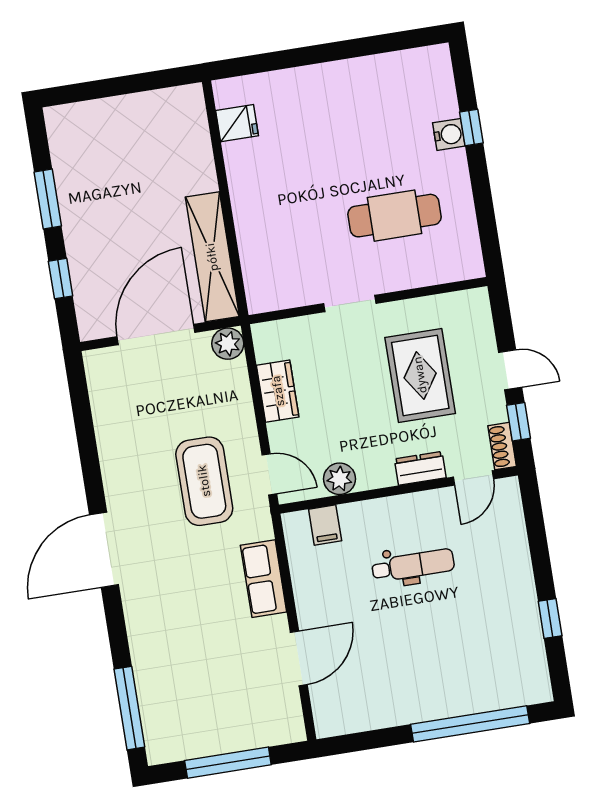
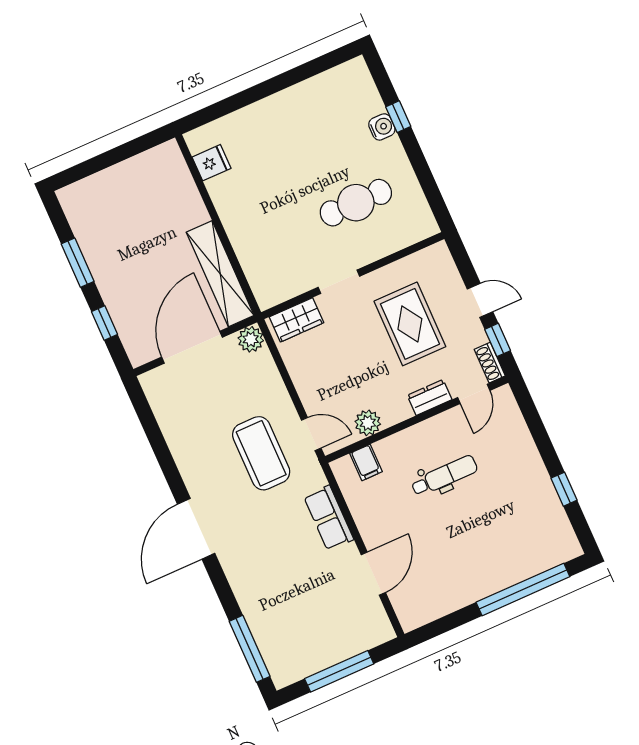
wardrobe: (278, 391) -> (297, 320), moved, turned 90

